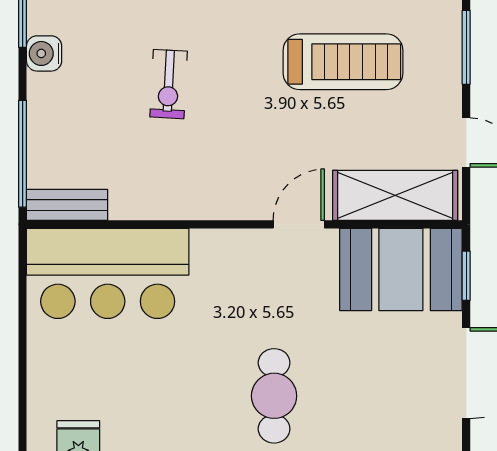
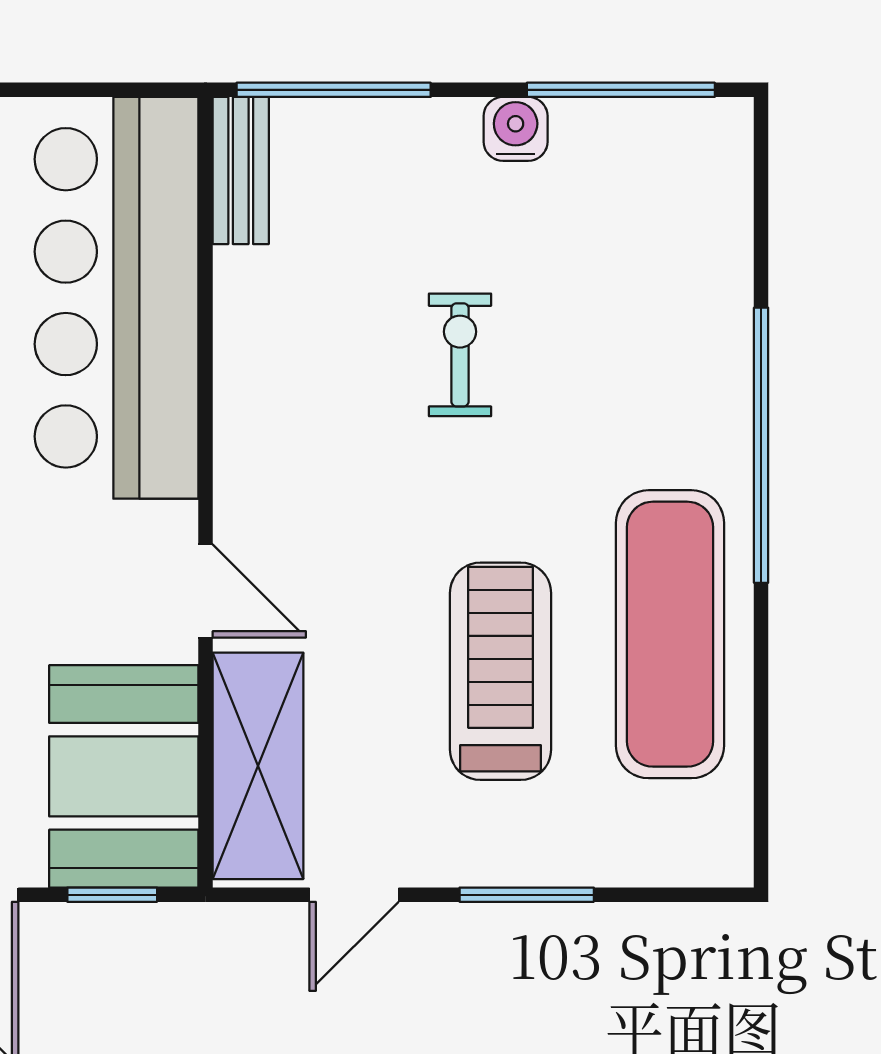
treadmill: (343, 62) -> (501, 671), turned 180
exercise bike: (169, 84) -> (460, 355), turned 87
bar counter: (108, 273) -> (117, 298), width x1.36

